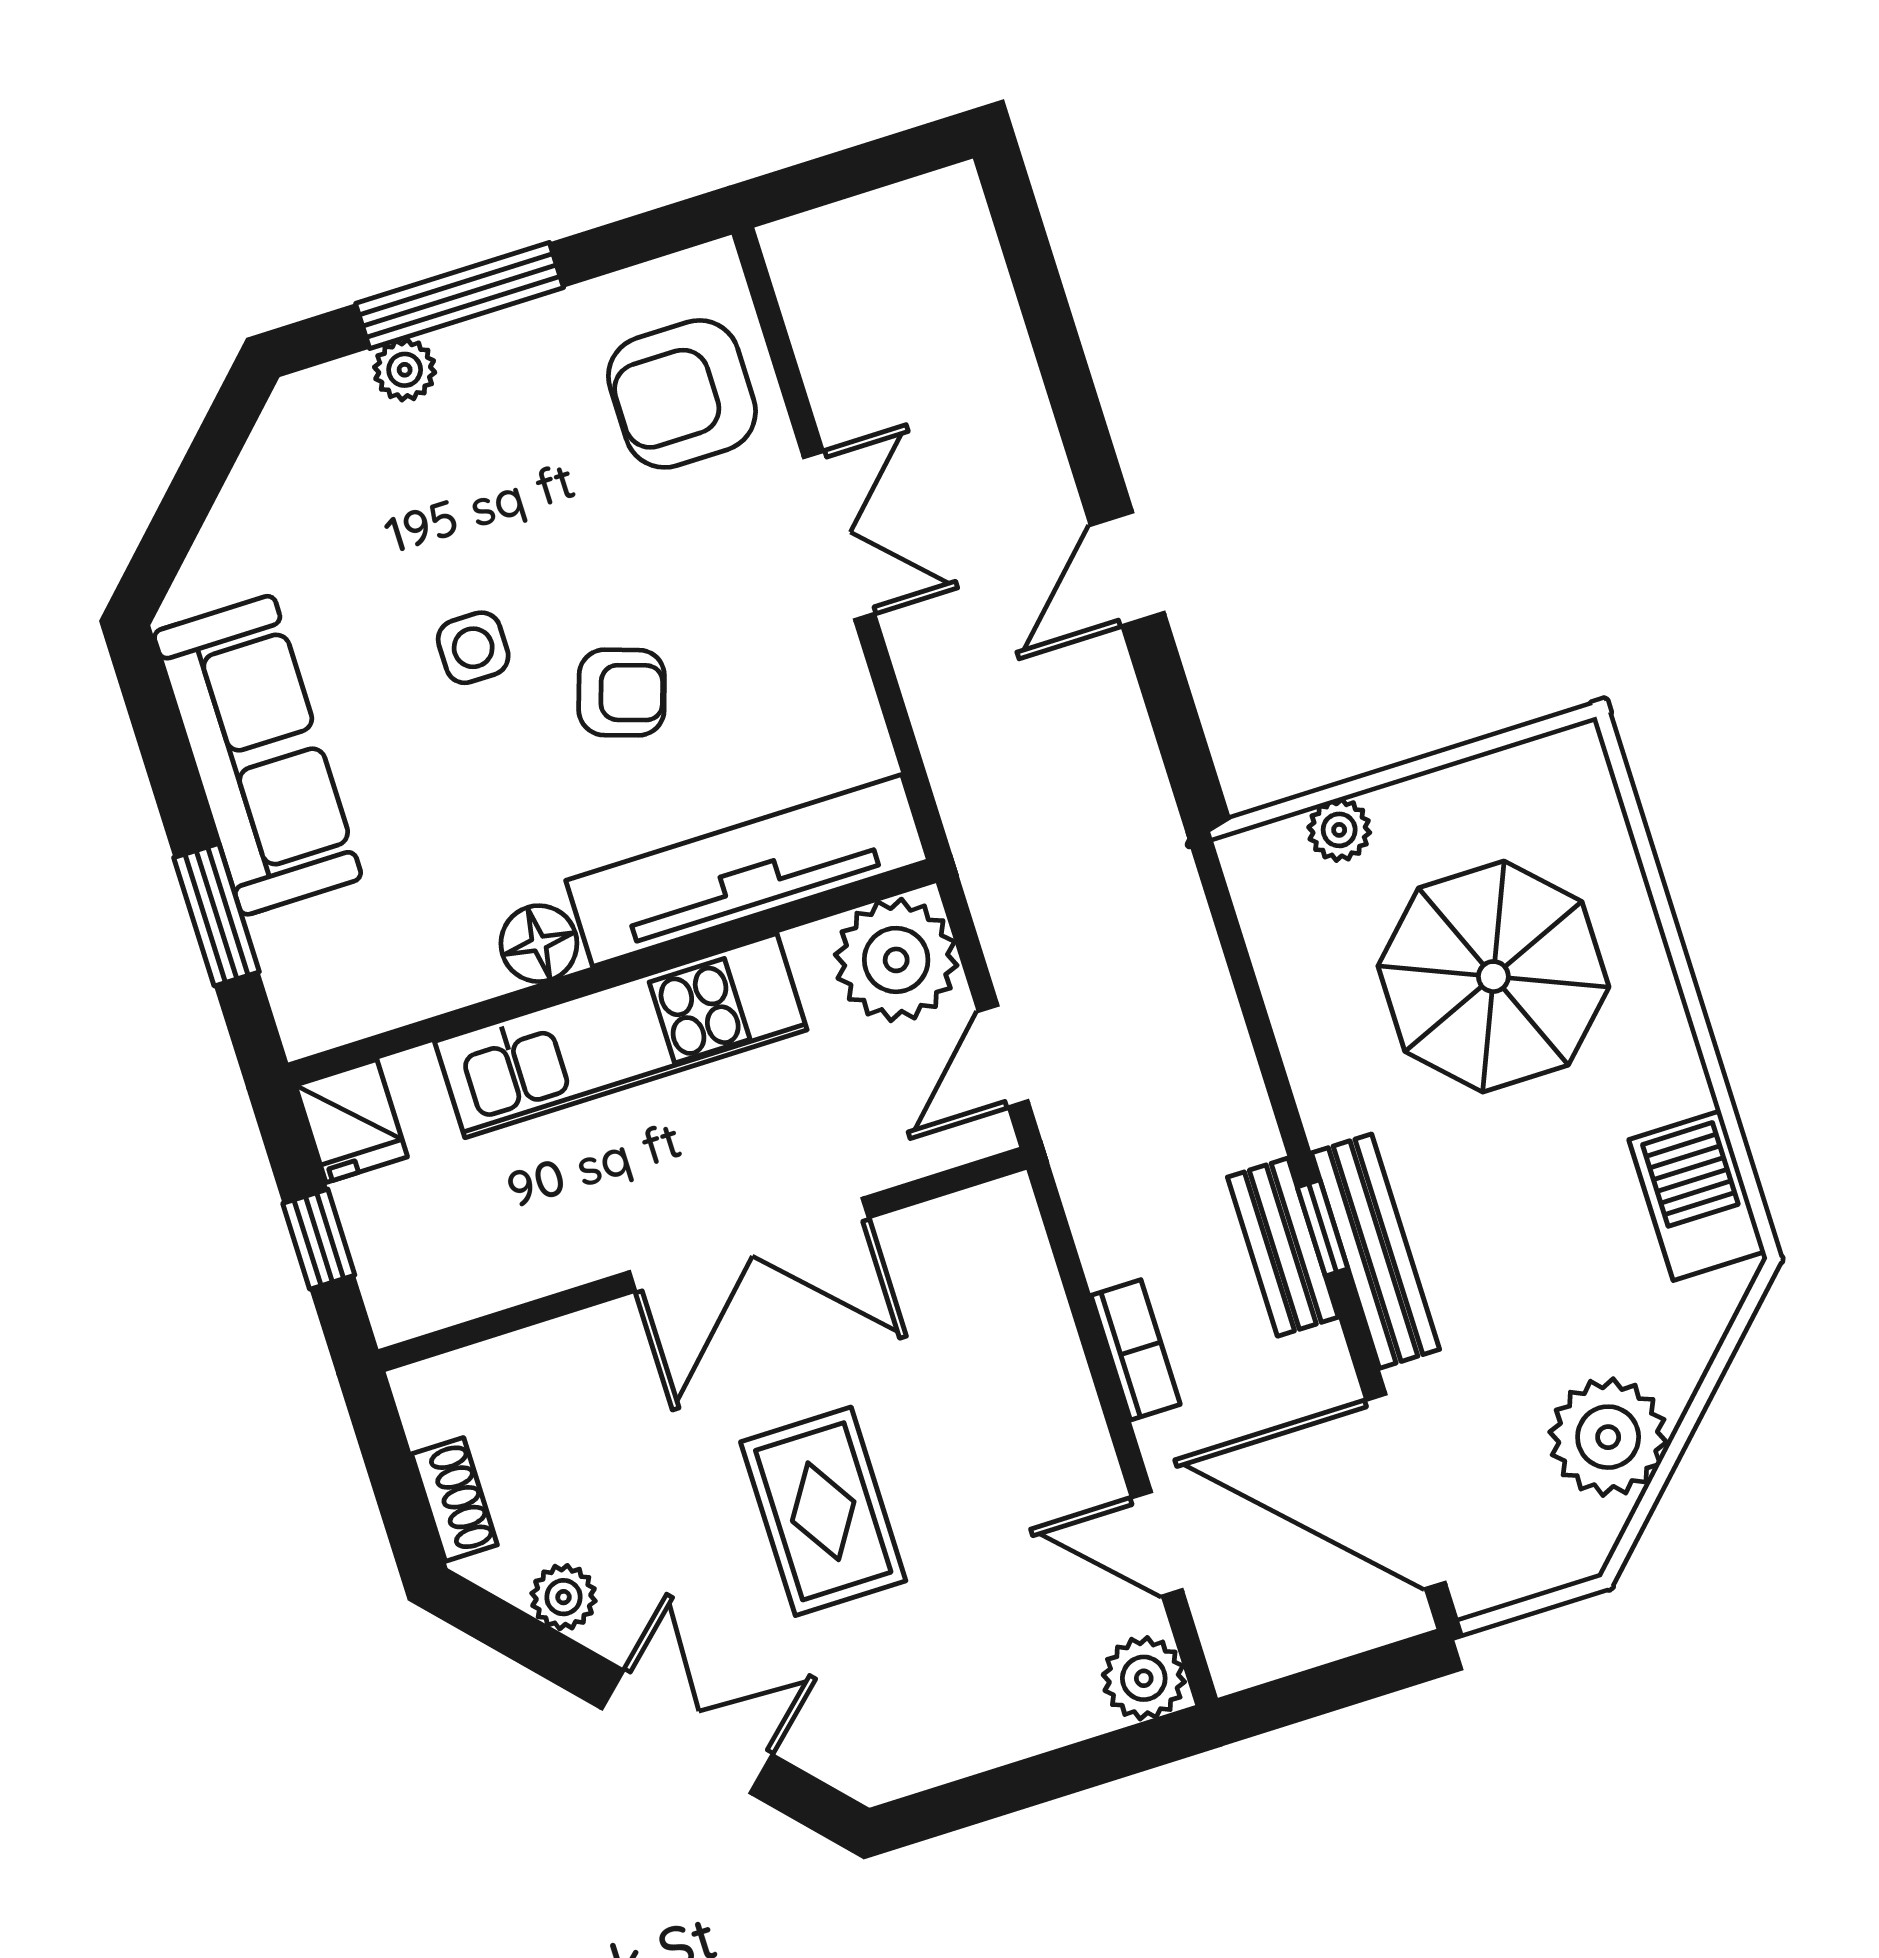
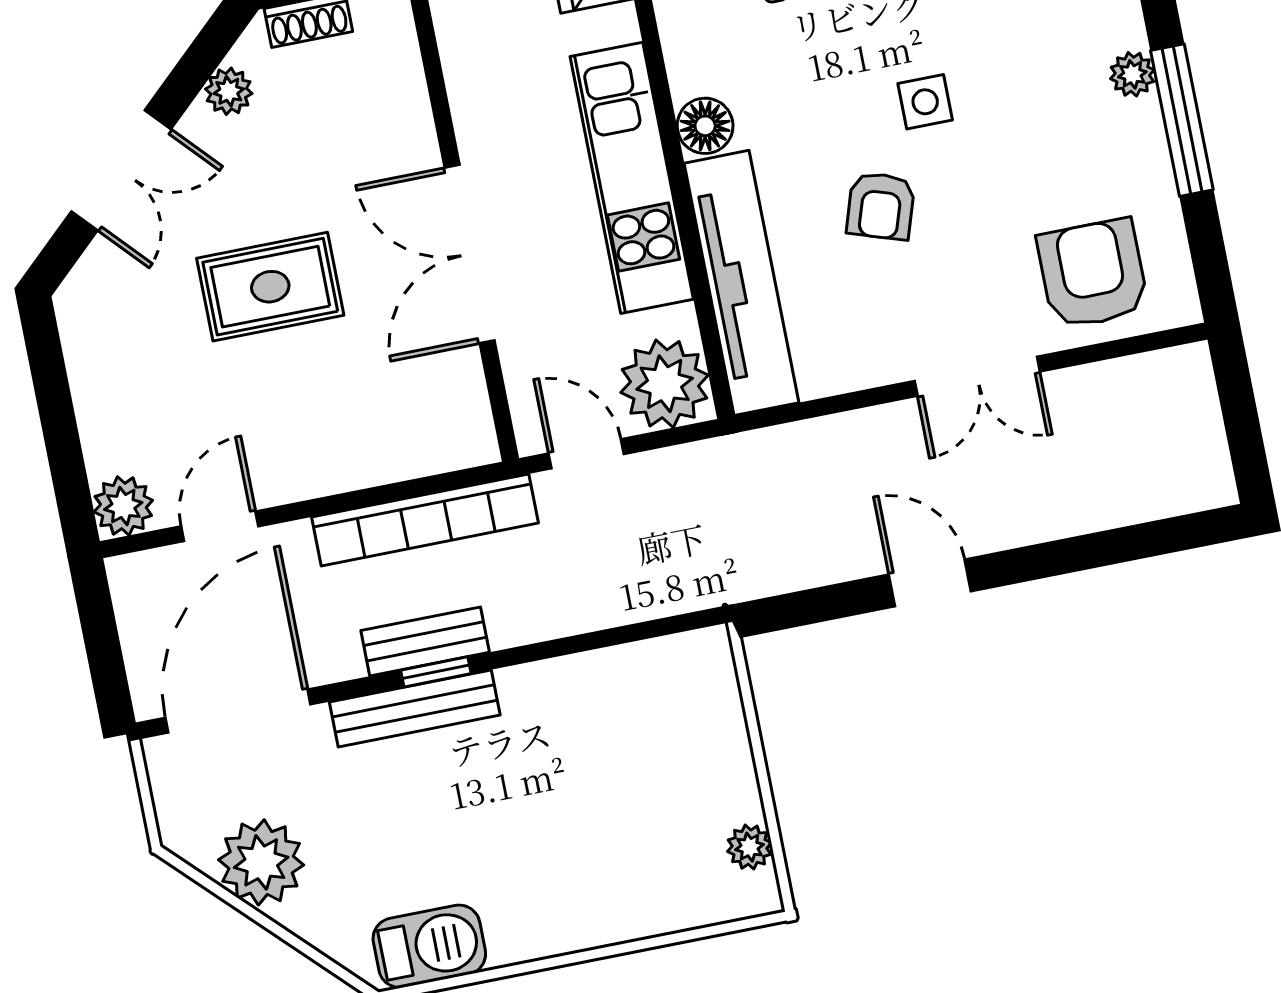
plant: (1339, 830) -> (749, 847), moved
parasol: (1493, 977) -> (605, 816), removed
bookcase: (1136, 1350) -> (425, 520), width x2.31, depth x1.31

